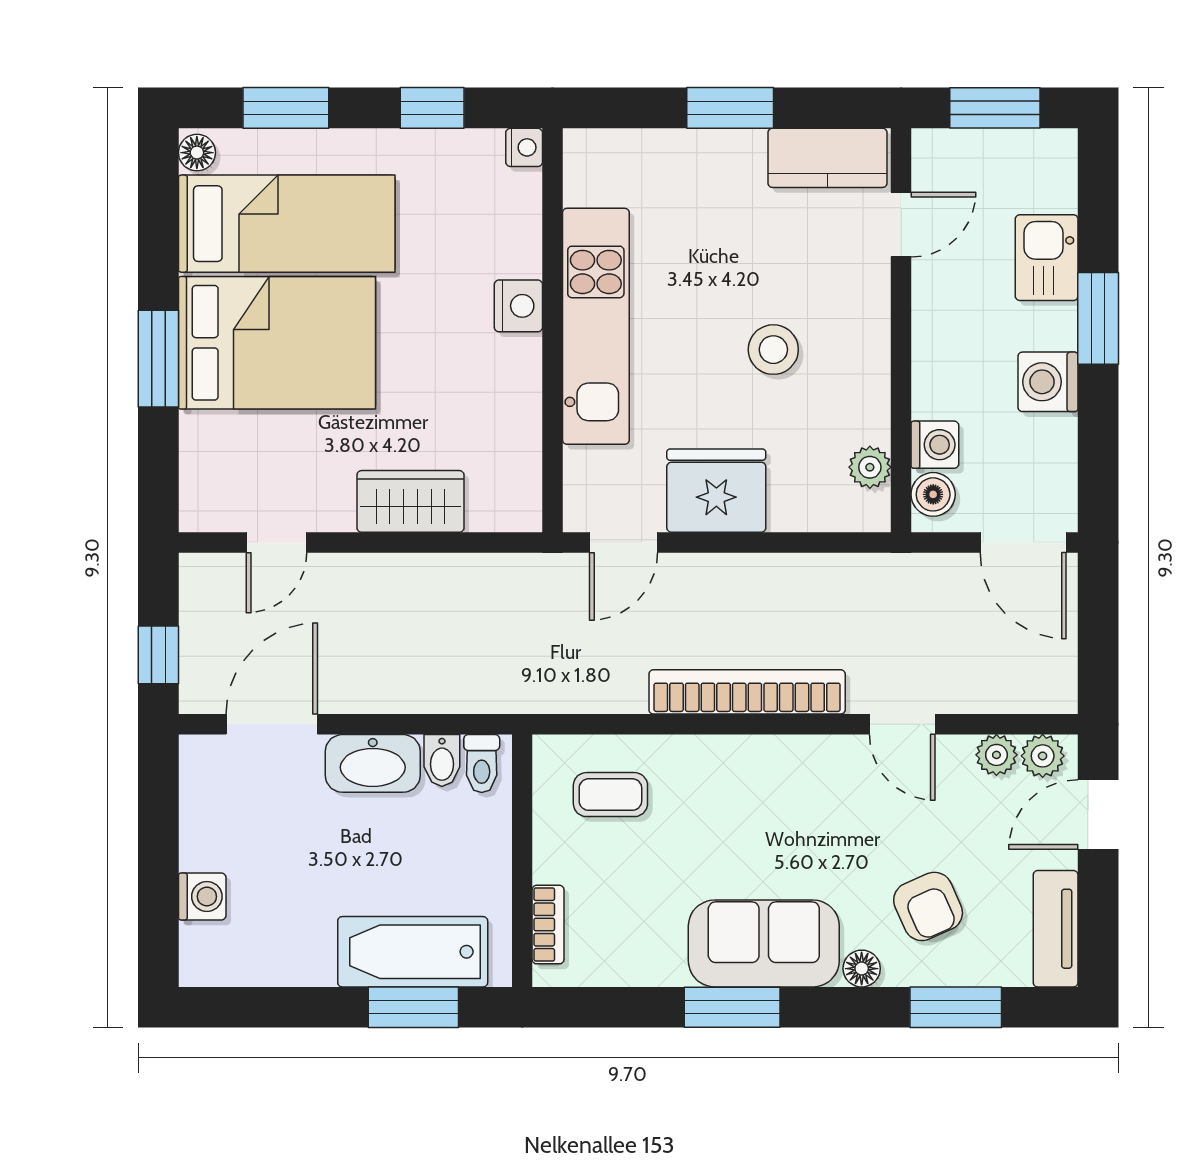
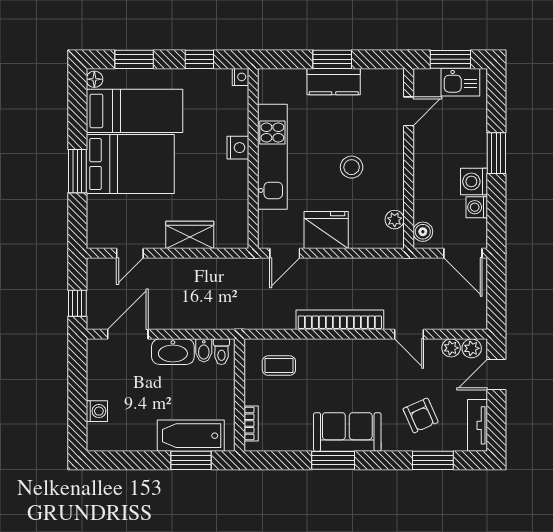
kitchen counter: (827, 158) -> (334, 82), moved
kitchen sink: (1047, 258) -> (460, 82), moved, turned -90
washing machine: (935, 445) -> (477, 207), moved, turned 180
floor lamp: (862, 969) -> (391, 443), removed

